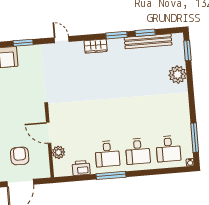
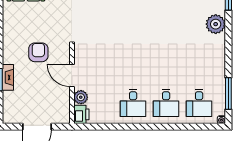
armchair: (20, 156) -> (38, 52), moved
printer: (81, 168) -> (81, 114), moved, turned 90
window: (111, 175) -> (135, 127), removed

